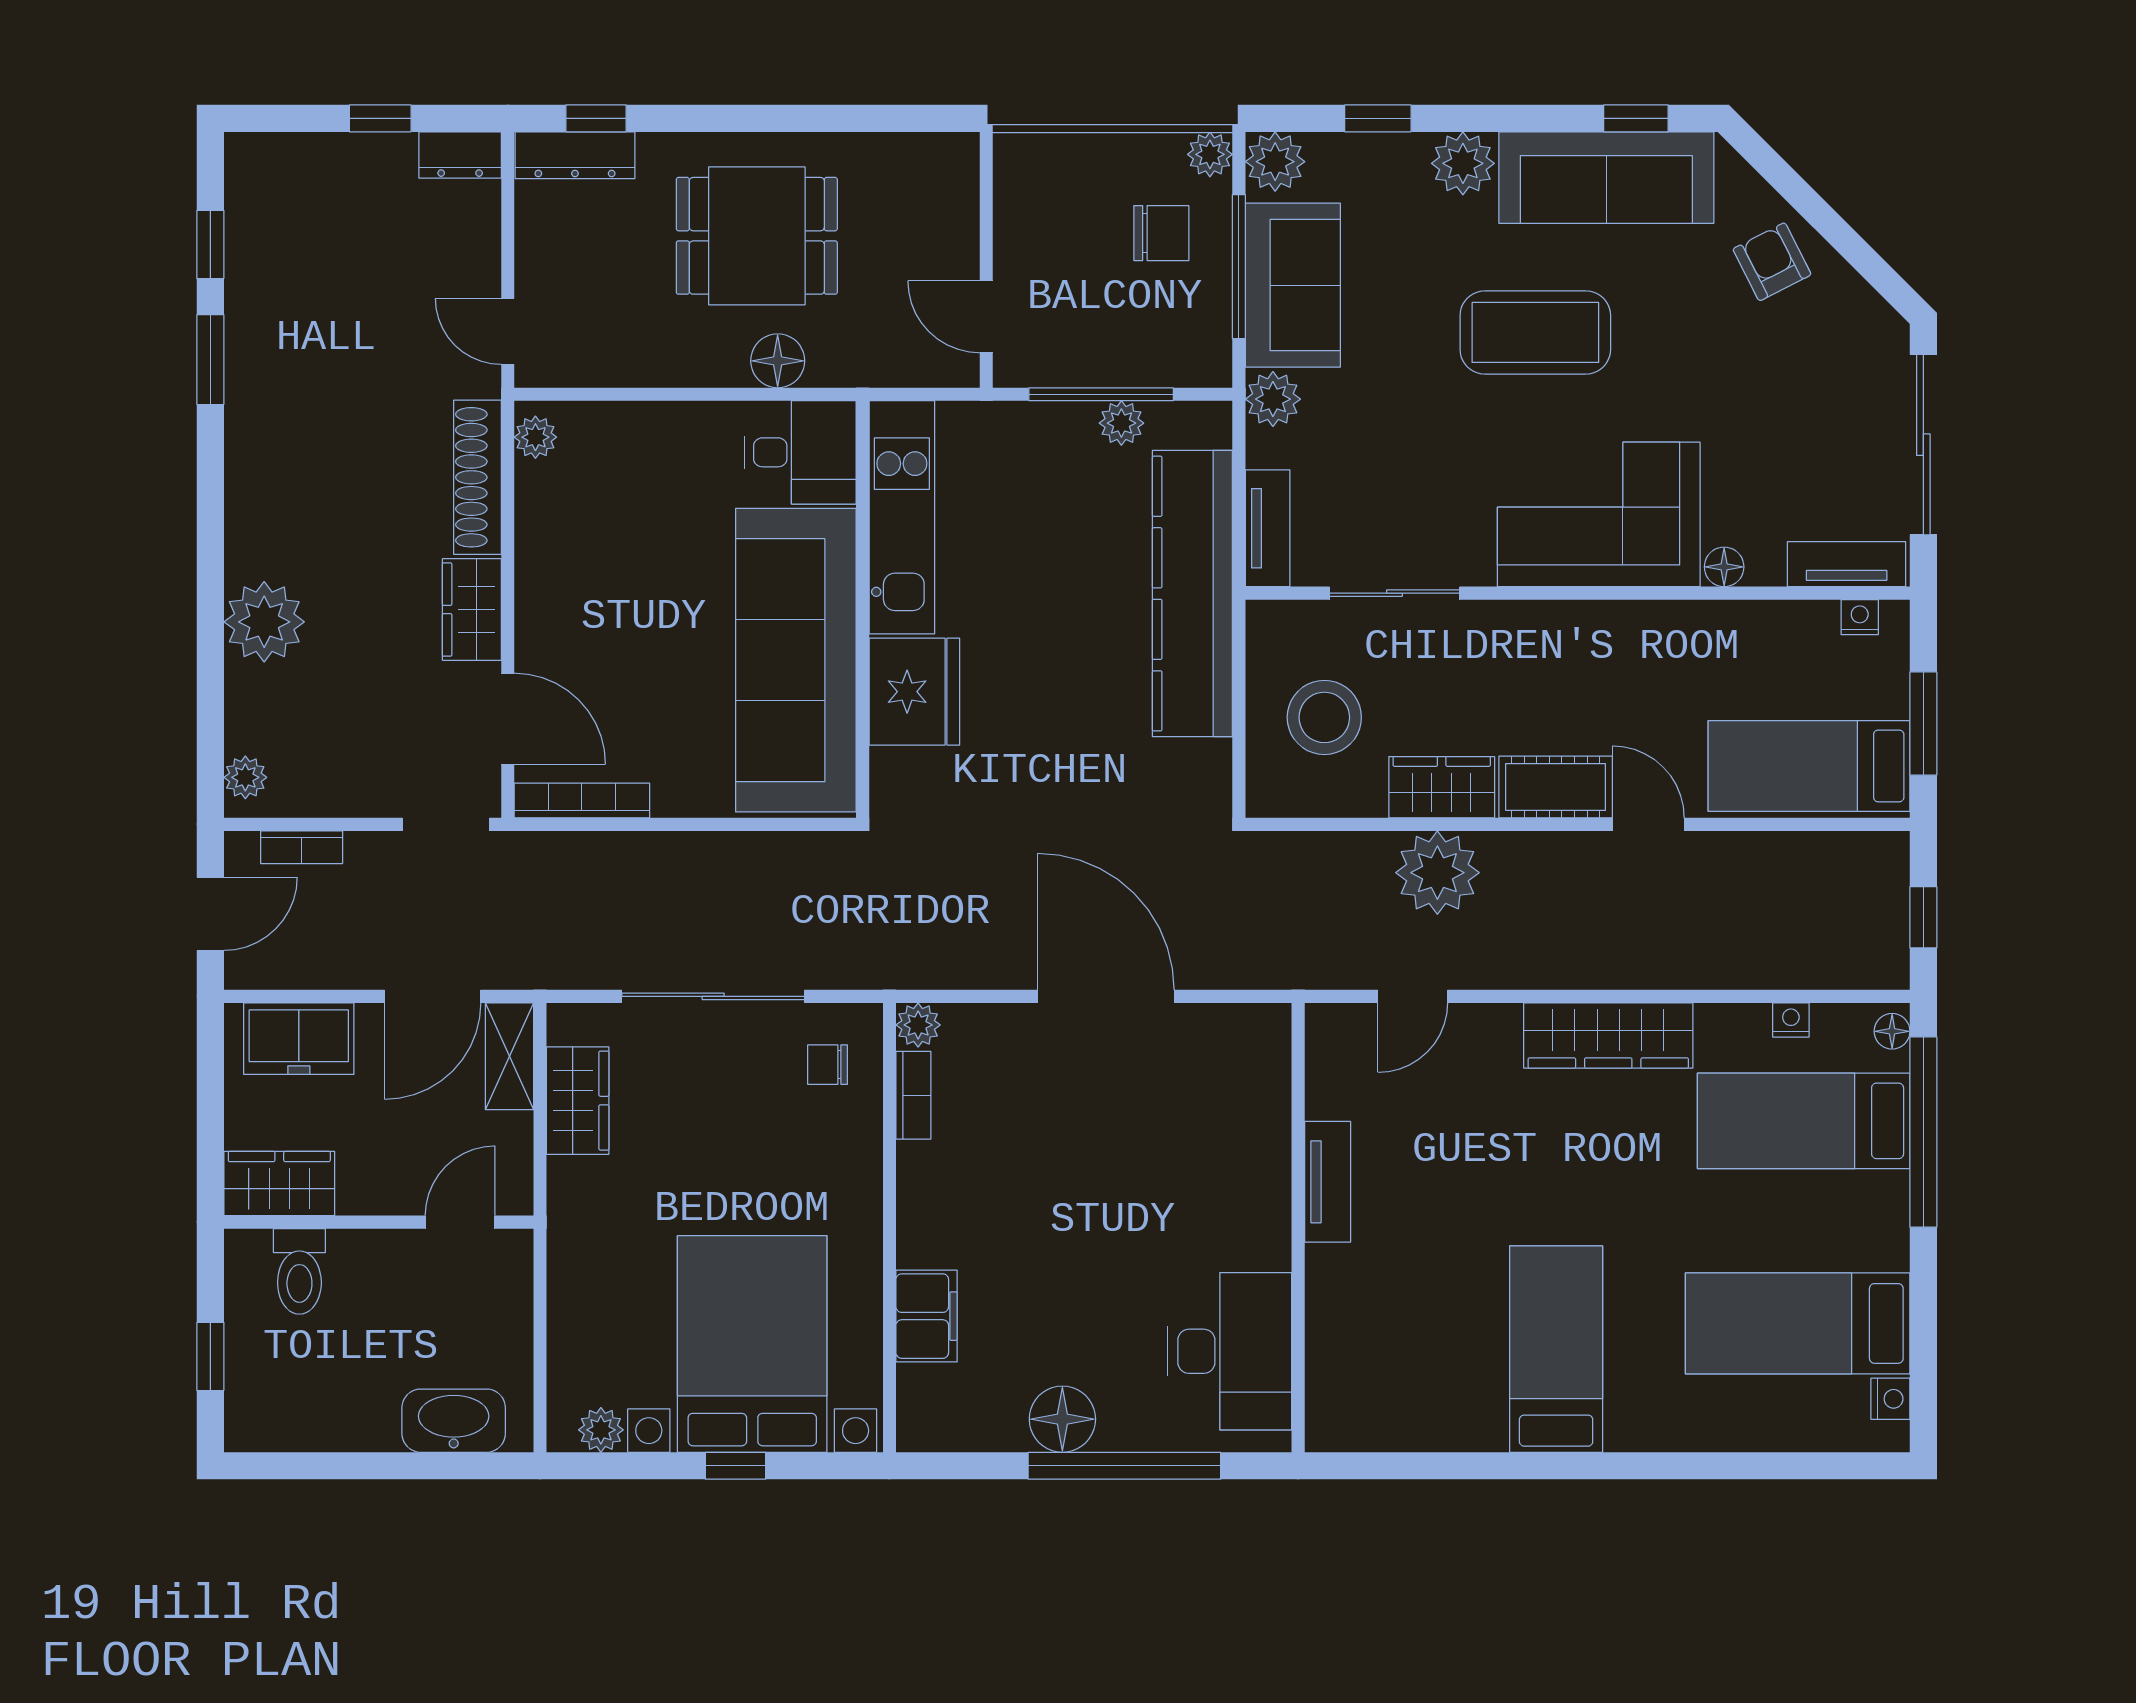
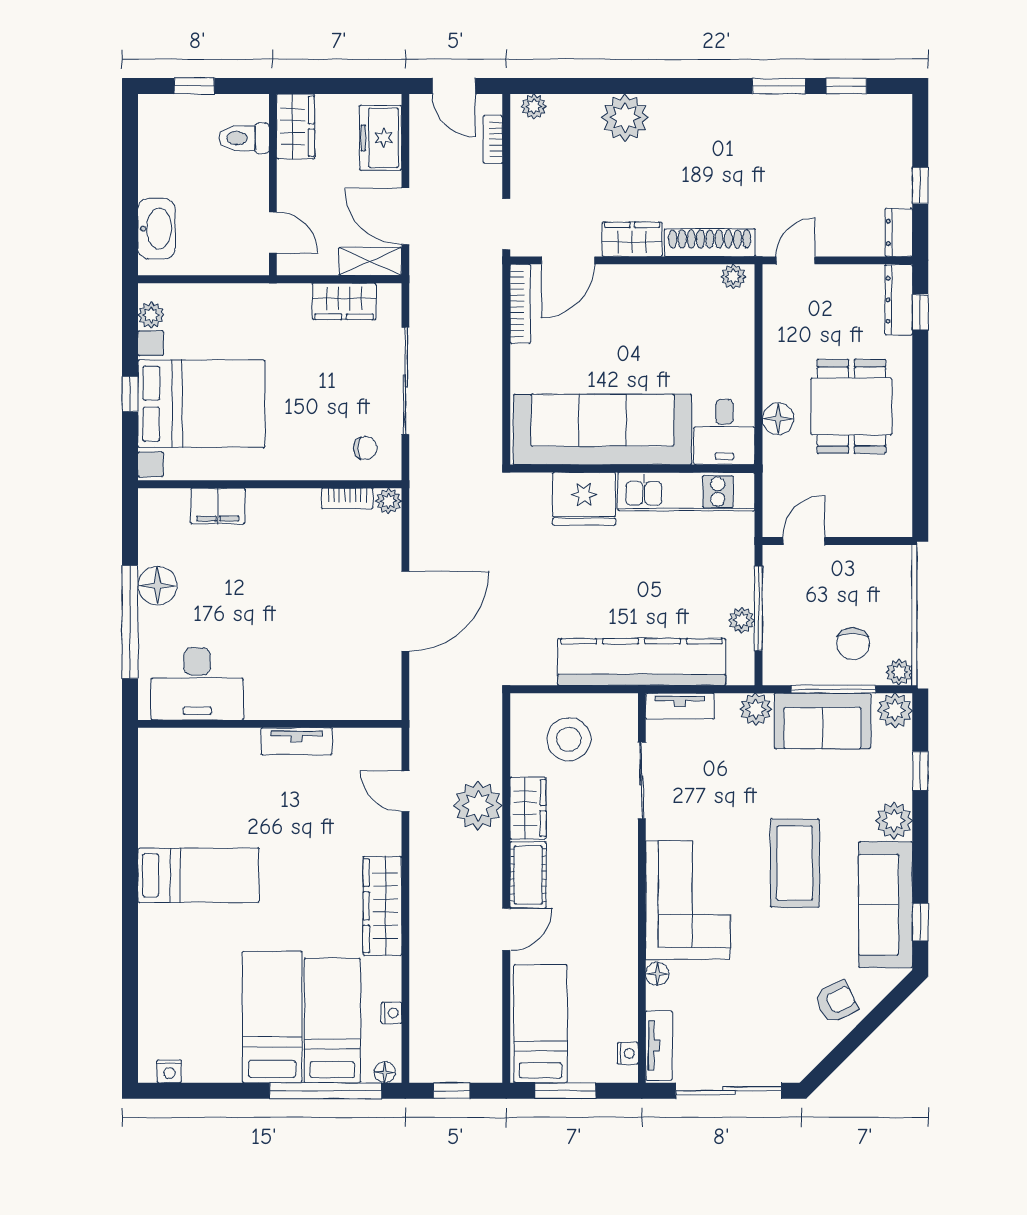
chair: (827, 1065) -> (365, 448), turned 90
bed: (1798, 1323) -> (272, 1017), moved

